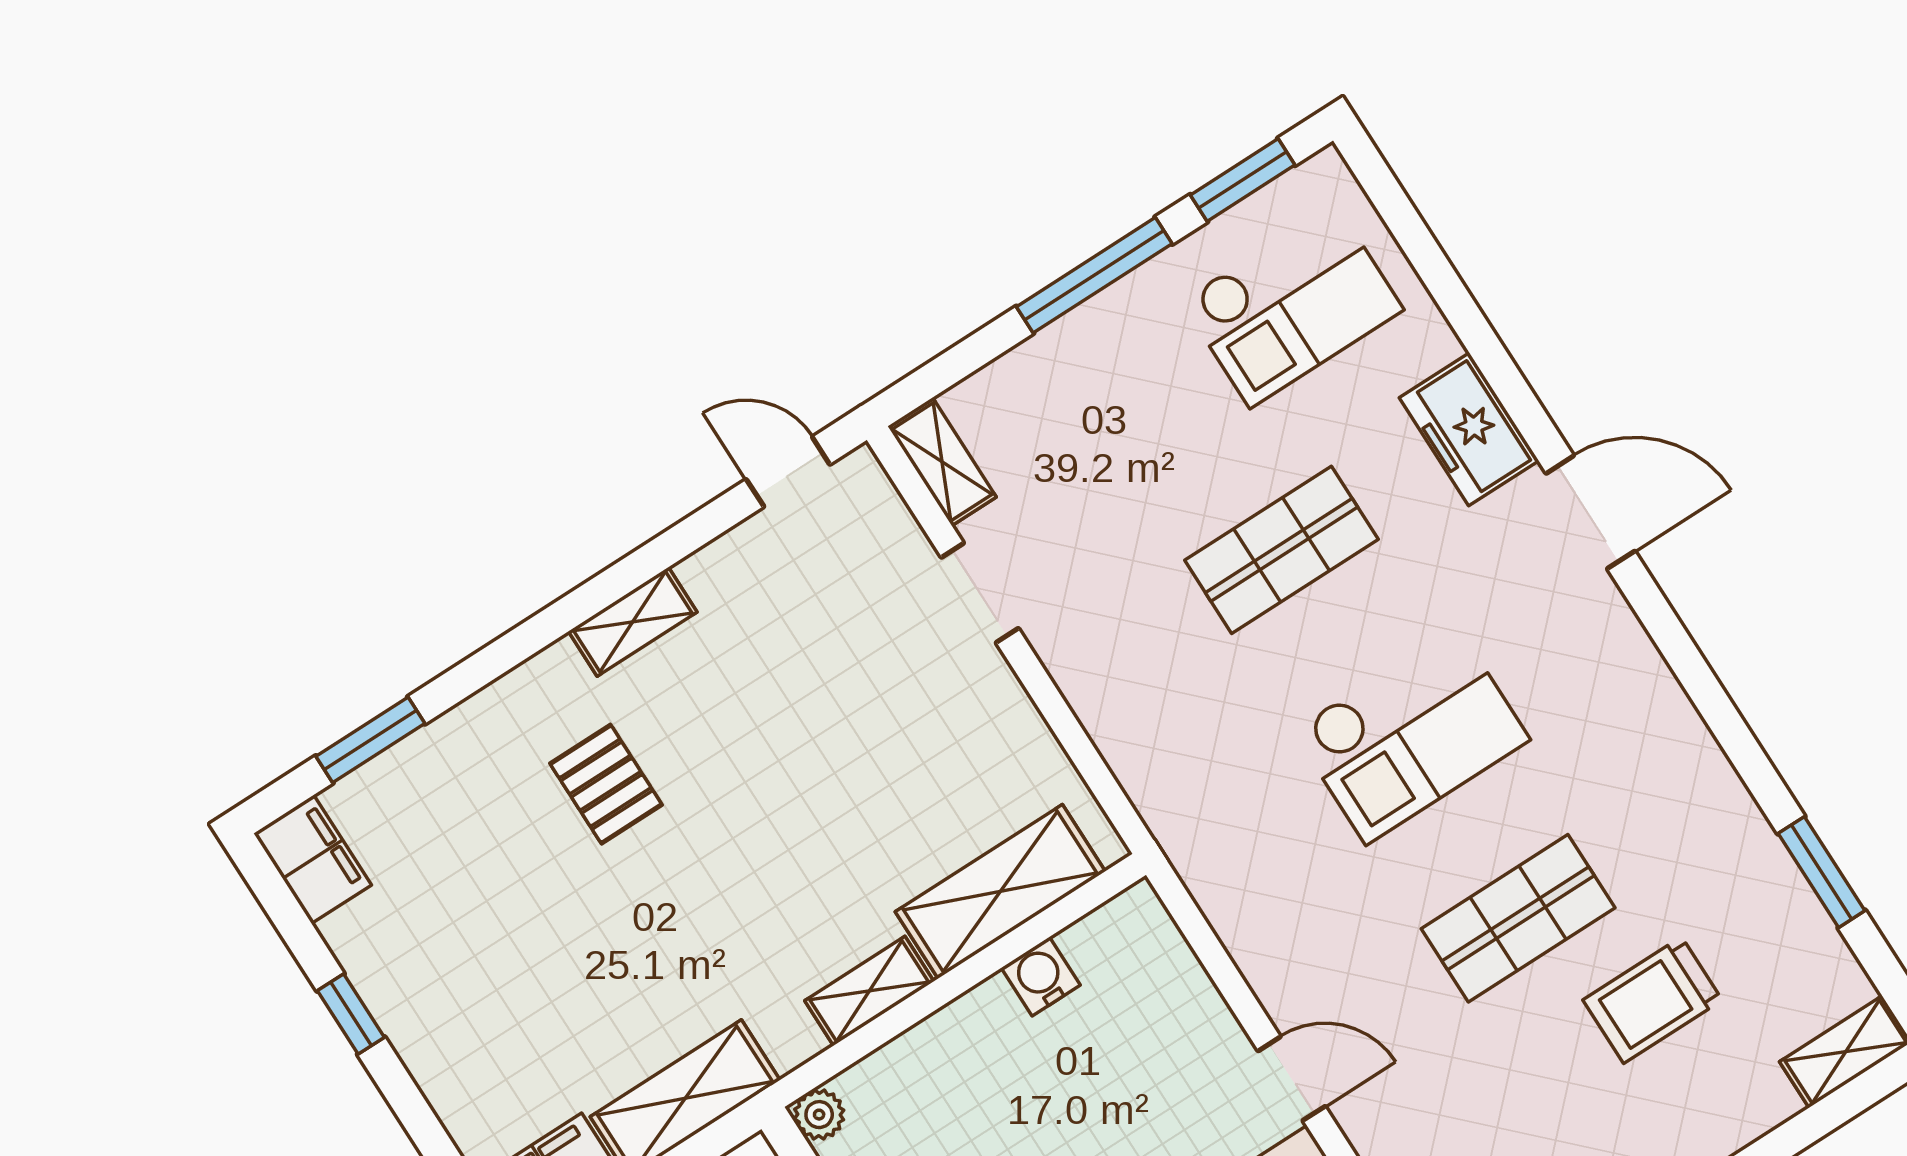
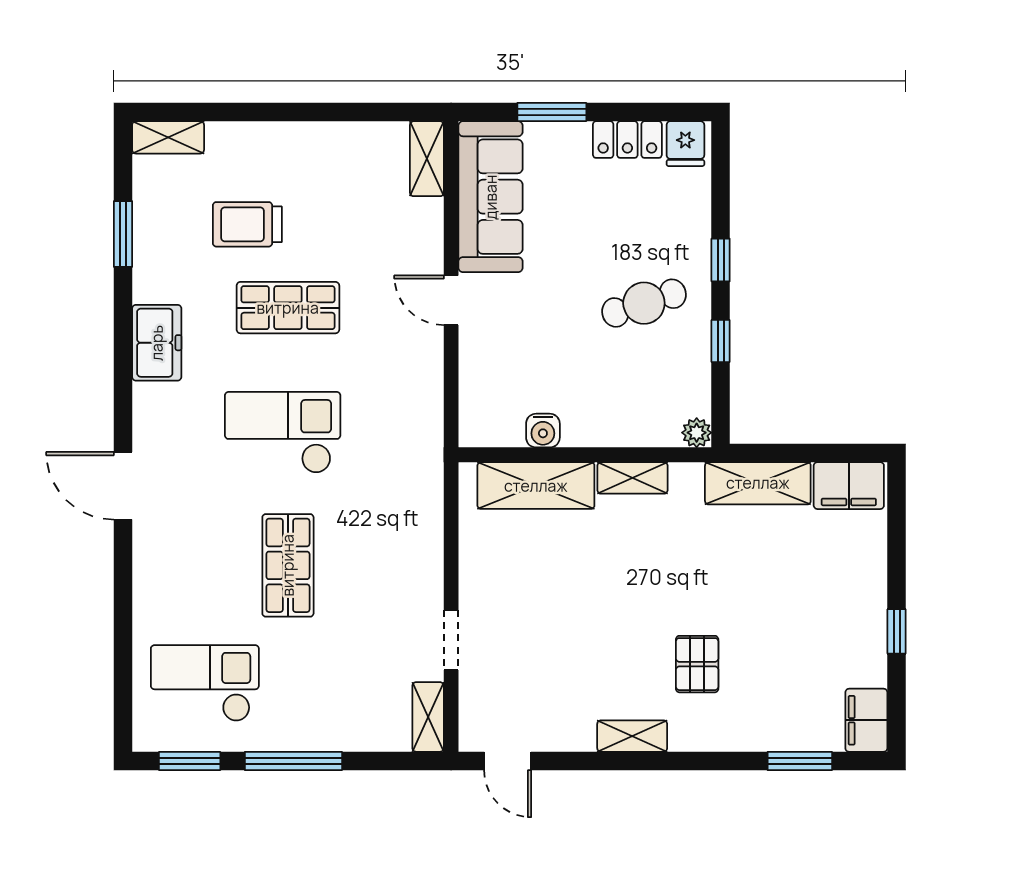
freezer: (1469, 429) -> (157, 343), moved
shop shelf: (1282, 550) -> (288, 565), turned 90
trolley: (1653, 1000) -> (247, 224), turned 180

